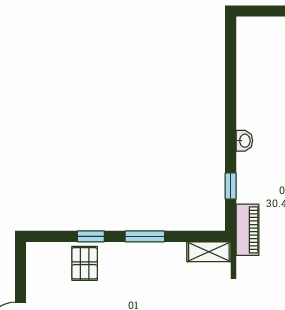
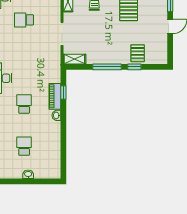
piano: (247, 230) -> (55, 96), moved
window: (145, 236) -> (107, 67), width x1.44

